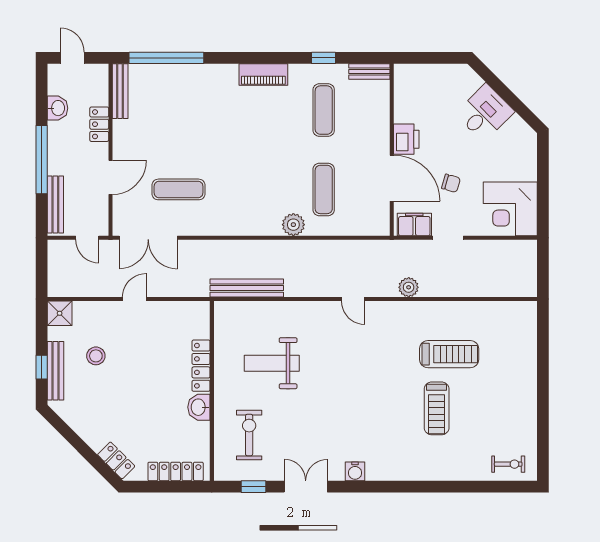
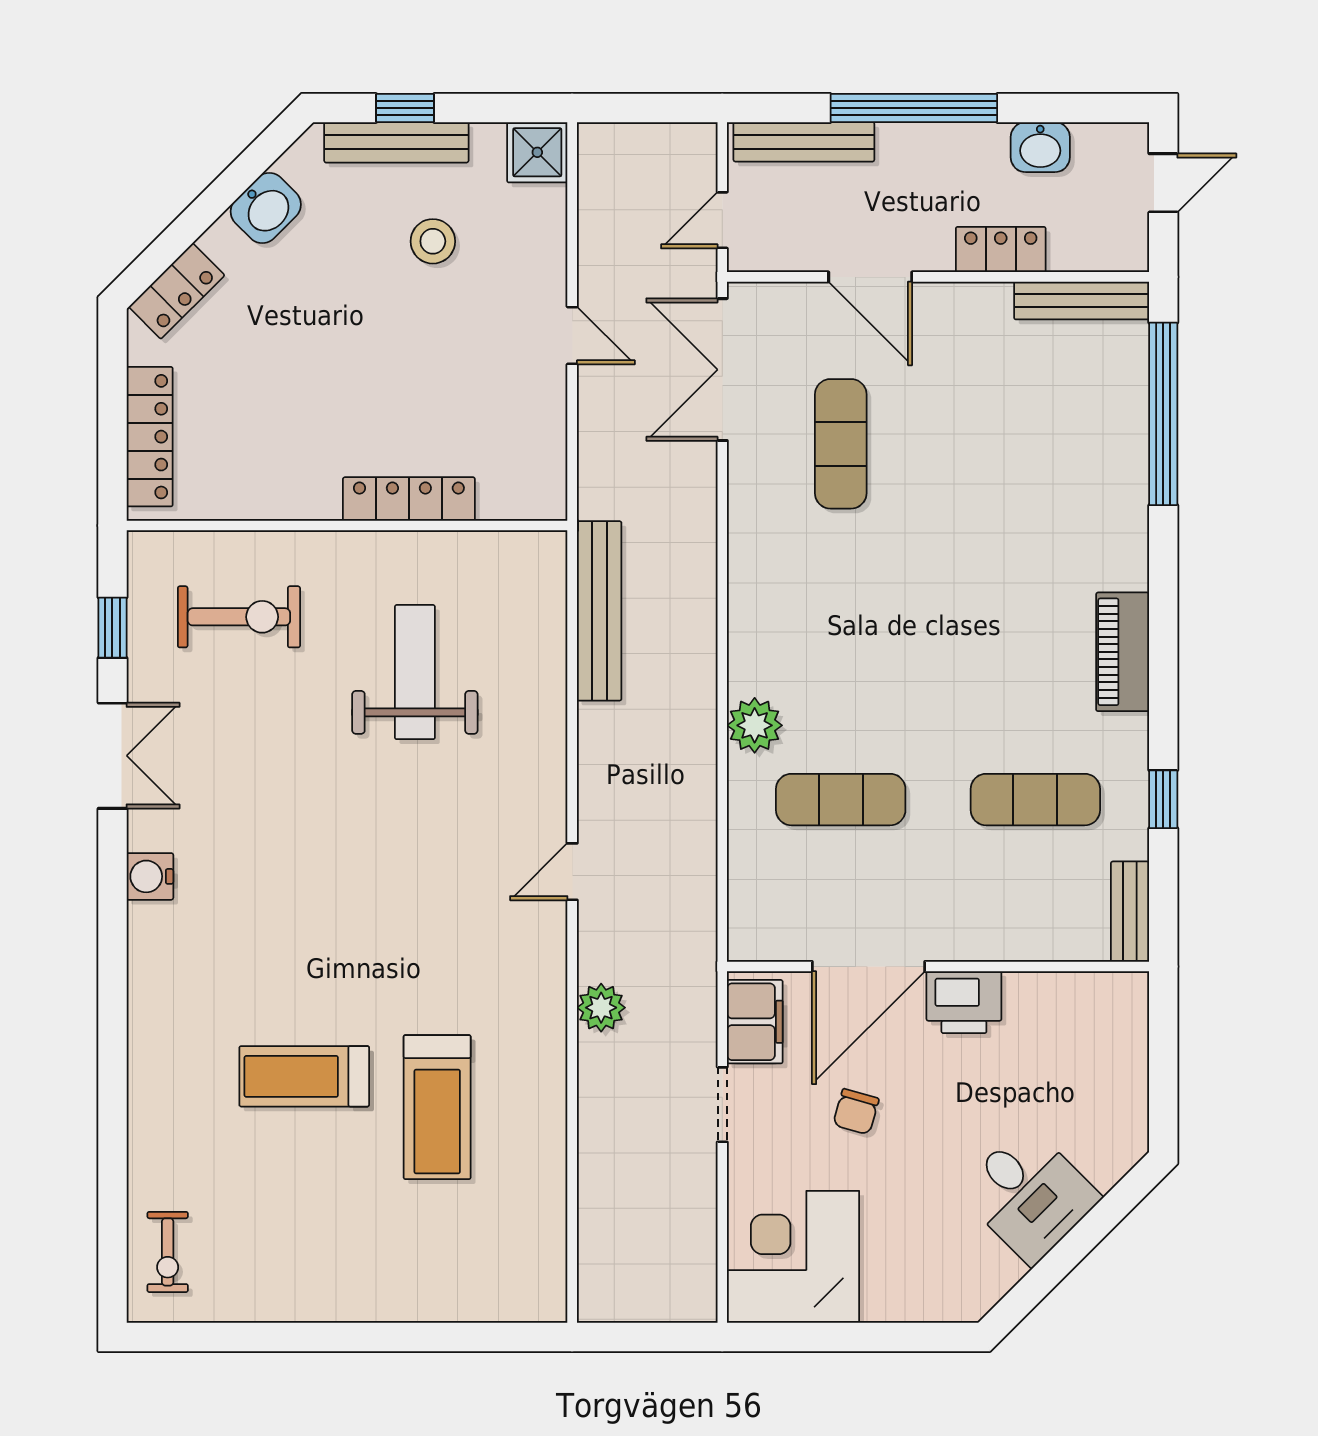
washbasin: (199, 407) -> (266, 208), moved, turned 135

